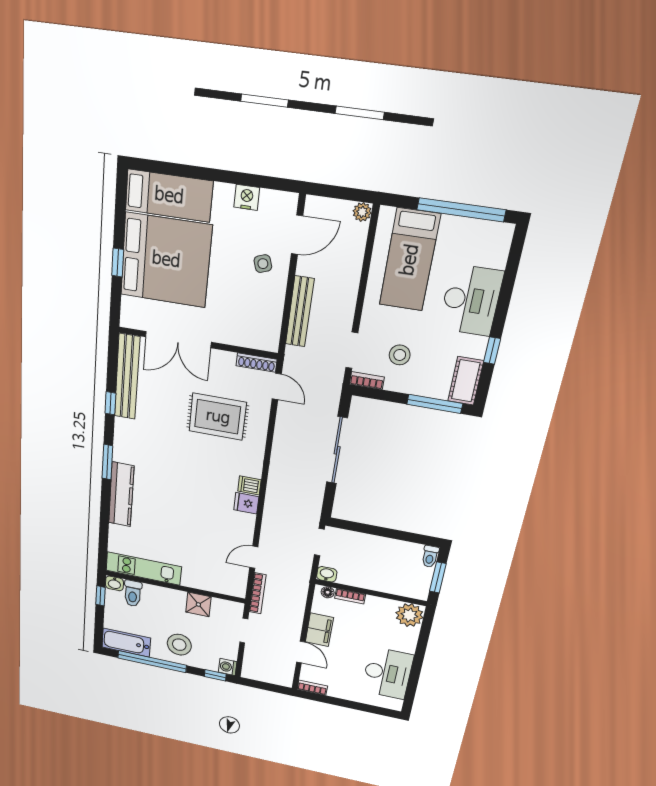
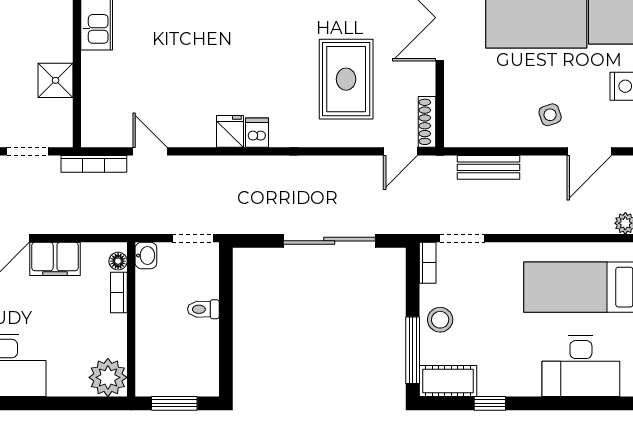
door: (297, 235) -> (589, 151), hinge flipped
desk: (471, 300) -> (581, 366), moved
bench: (300, 312) -> (488, 167), width x0.73
stool: (400, 355) -> (440, 320), moved
toilet: (430, 556) -> (203, 309), moved

